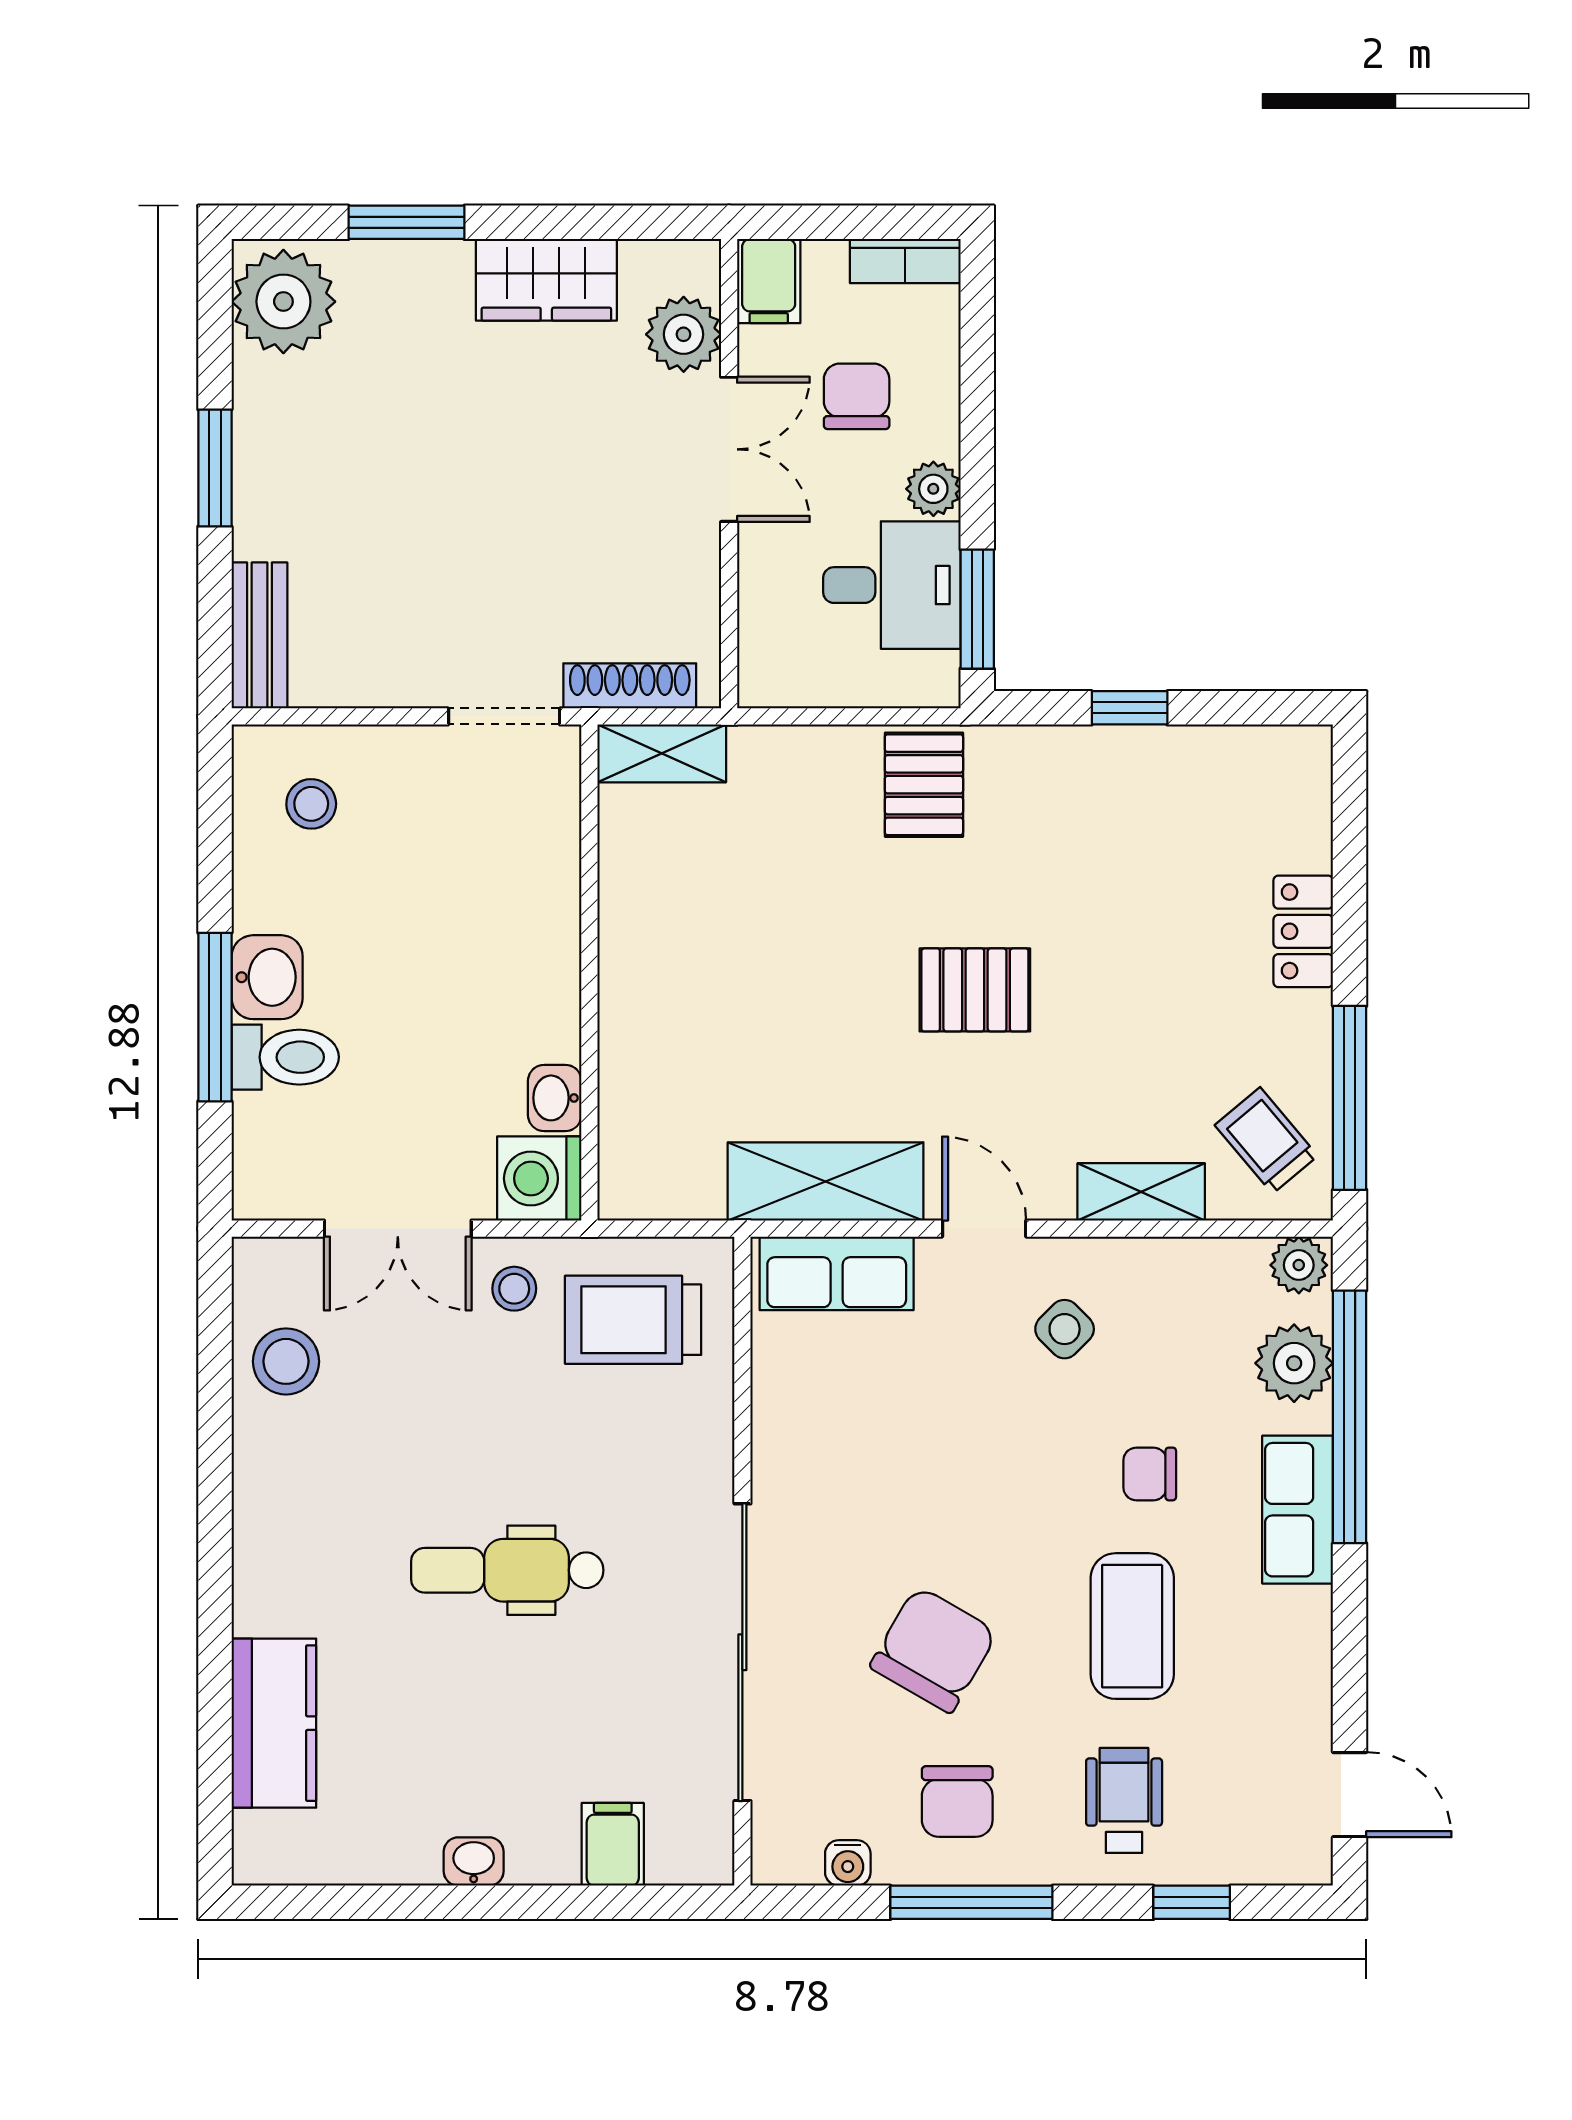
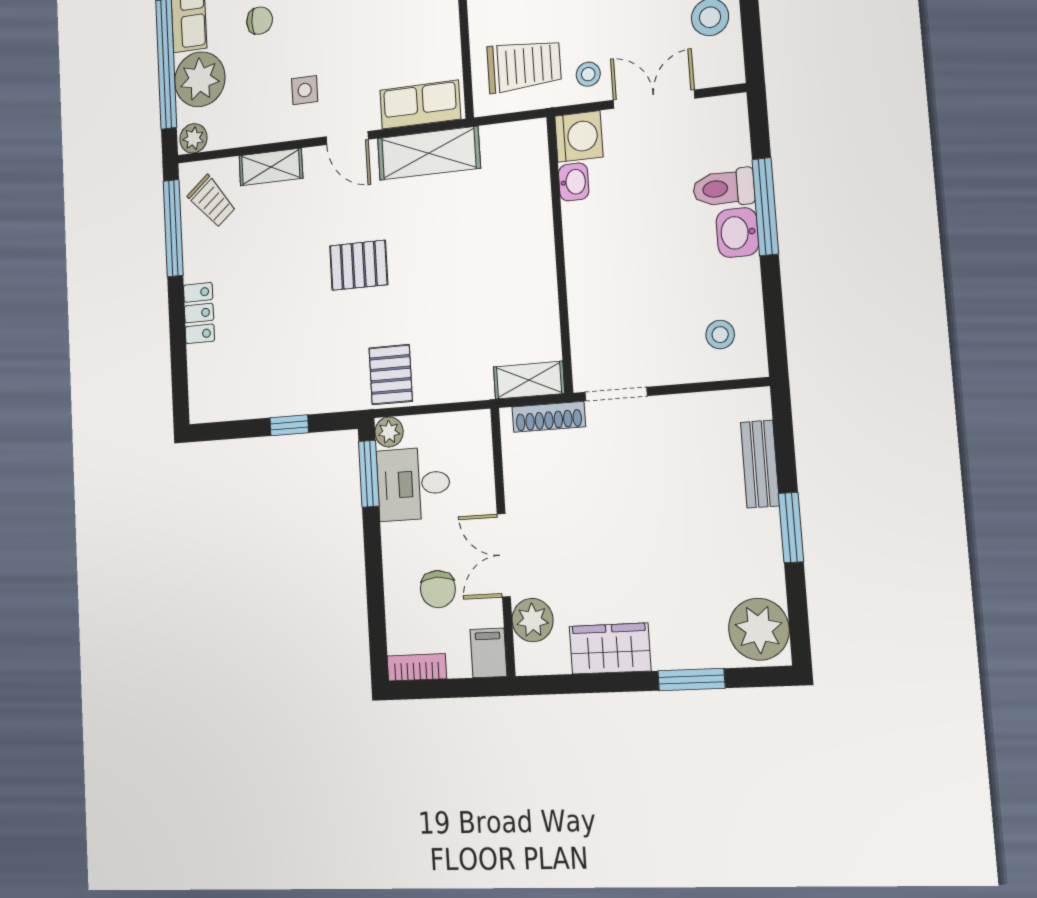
plant: (933, 489) -> (389, 432), moved
bench: (259, 635) -> (760, 464), moved
side table: (1065, 1329) -> (305, 90), turned 45
plant: (1294, 1363) -> (200, 79), width x1.36, depth x1.36

